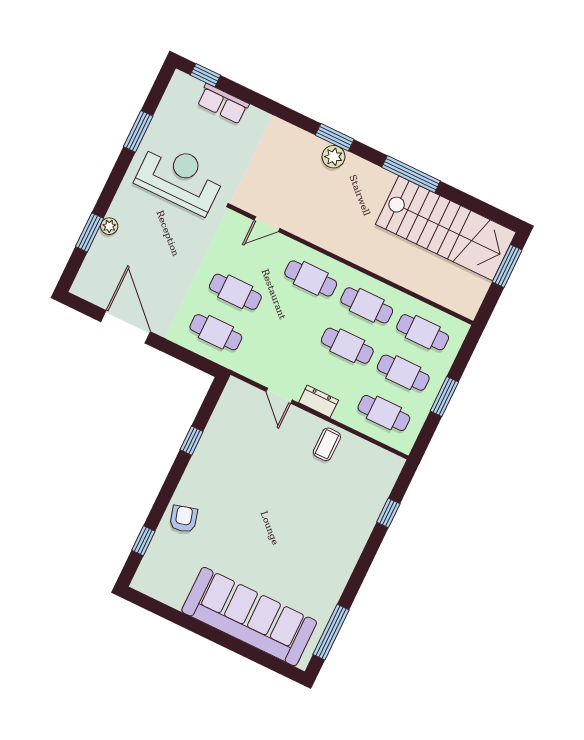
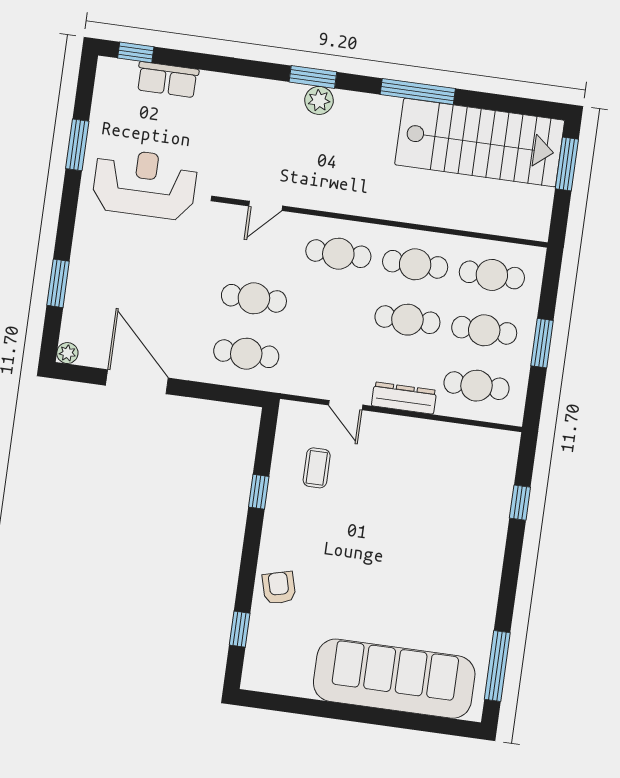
plant: (109, 226) -> (67, 353), moved
dresser: (319, 401) -> (404, 398), width x1.44
coffee table: (327, 444) -> (317, 468), moved

